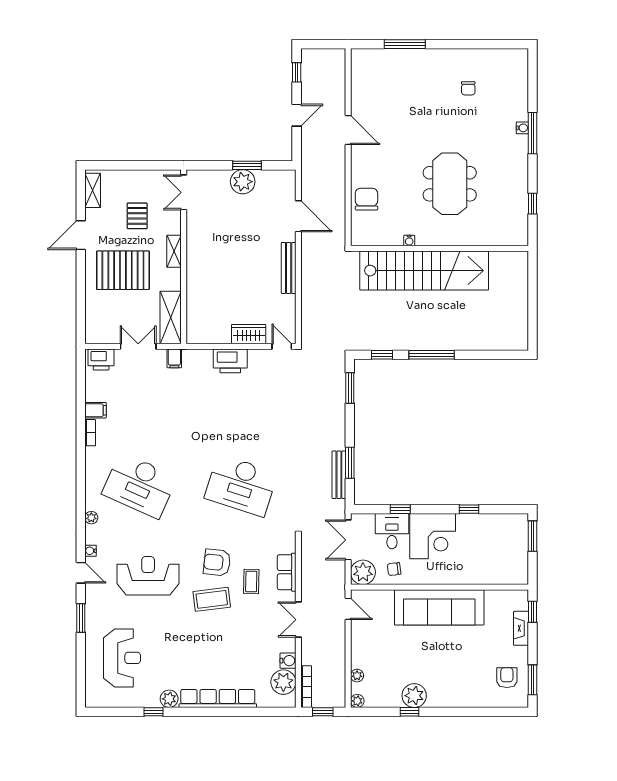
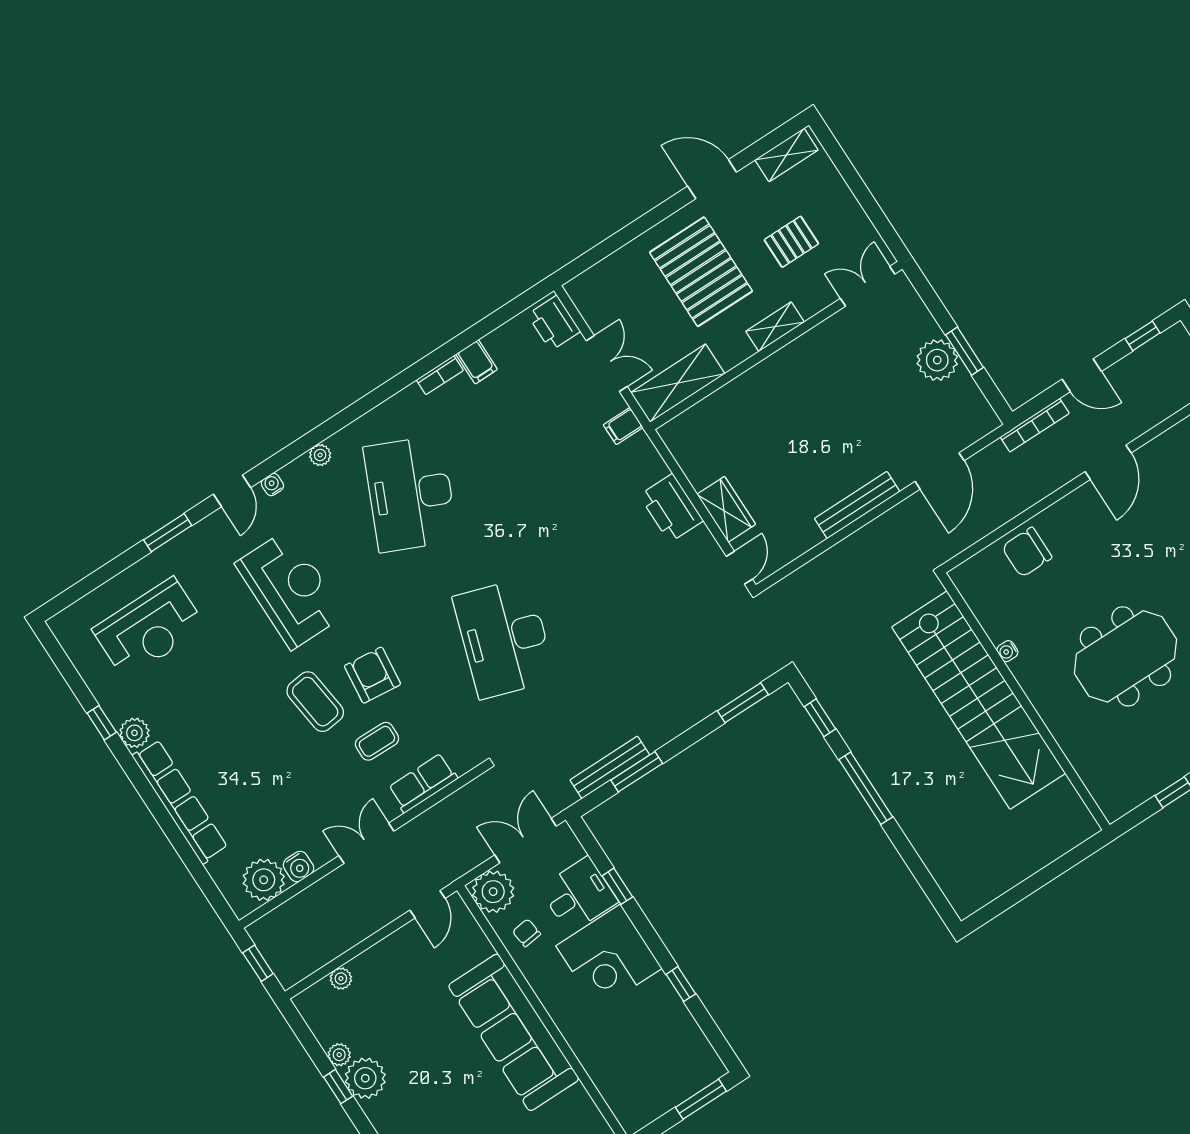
chair: (366, 199) -> (1027, 552), turned 180
bookcase: (306, 687) -> (1035, 425), moved
plant: (357, 701) -> (339, 1055), moved

